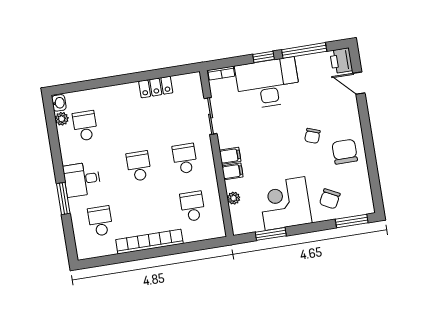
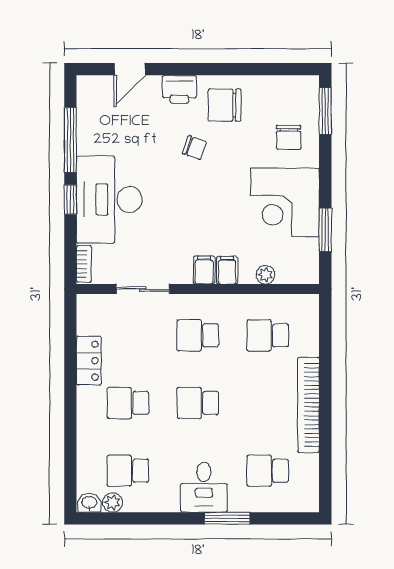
printer: (341, 61) -> (179, 89), moved
school desk: (131, 118) -> (128, 403), added
chair: (330, 199) -> (289, 137), turned 63

